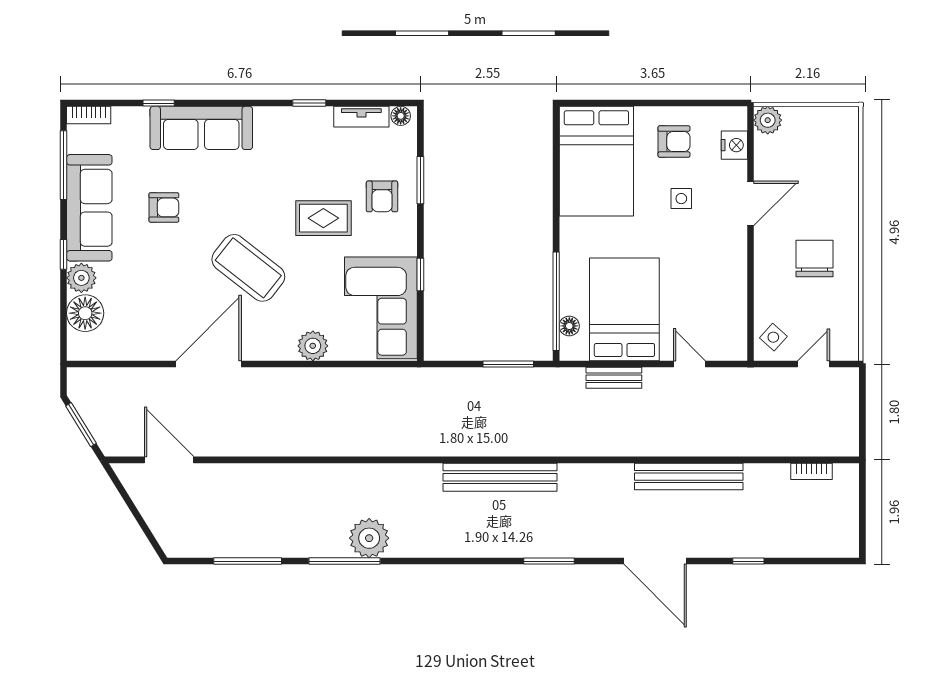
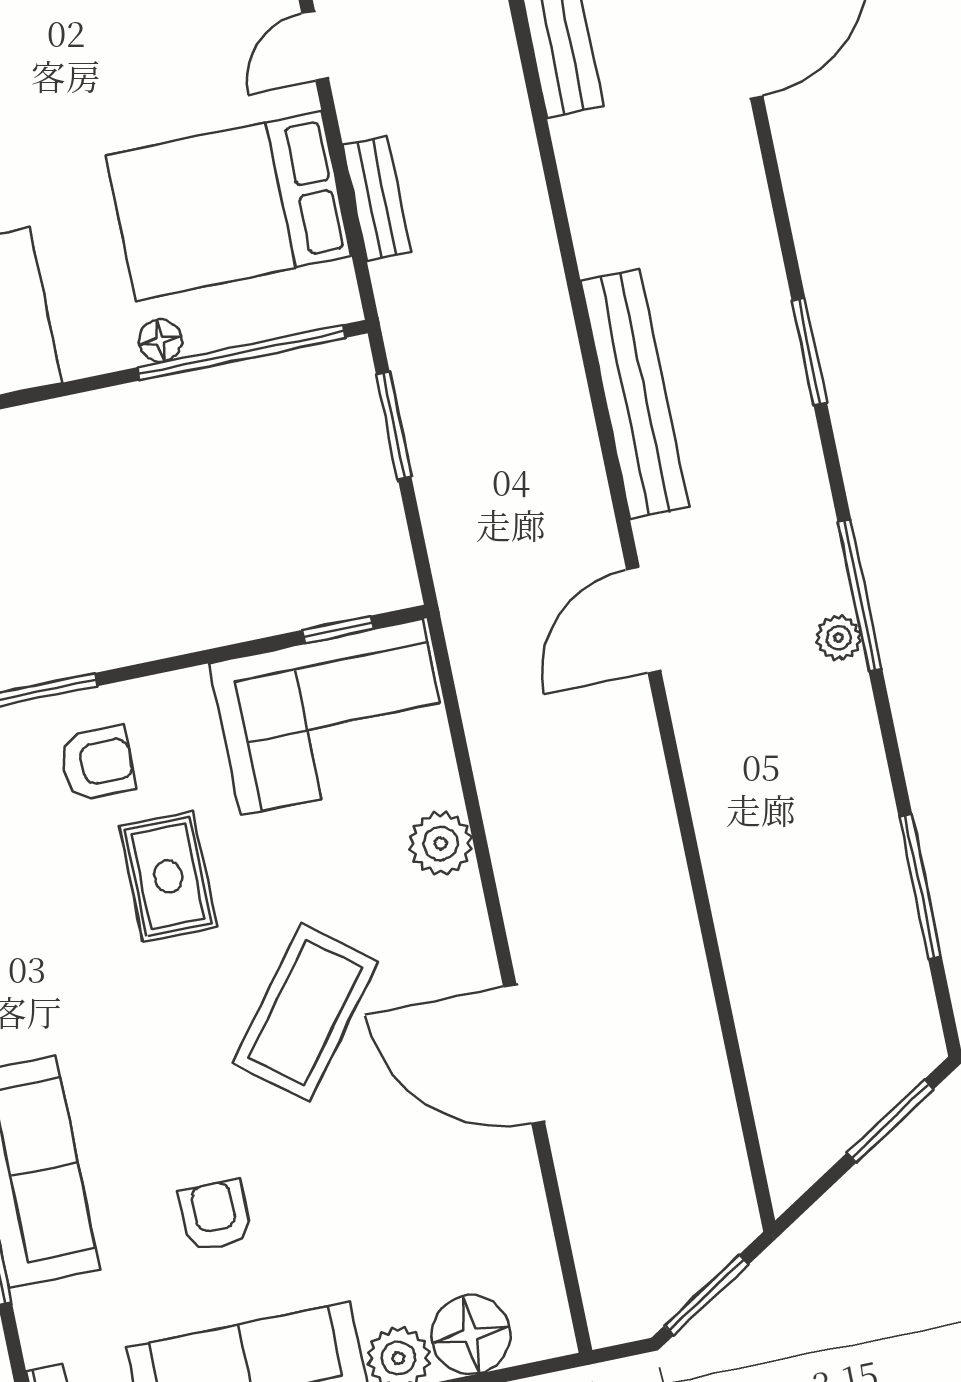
window: (420, 275) -> (338, 630), moved
floor lamp: (569, 326) -> (160, 341), moved
door: (169, 460) -> (644, 620), moved
window: (143, 525) -> (890, 1121), added
plant: (369, 538) -> (839, 638), width x0.53, depth x0.53
window: (345, 561) -> (860, 595), moved
window: (549, 561) -> (809, 351), moved

